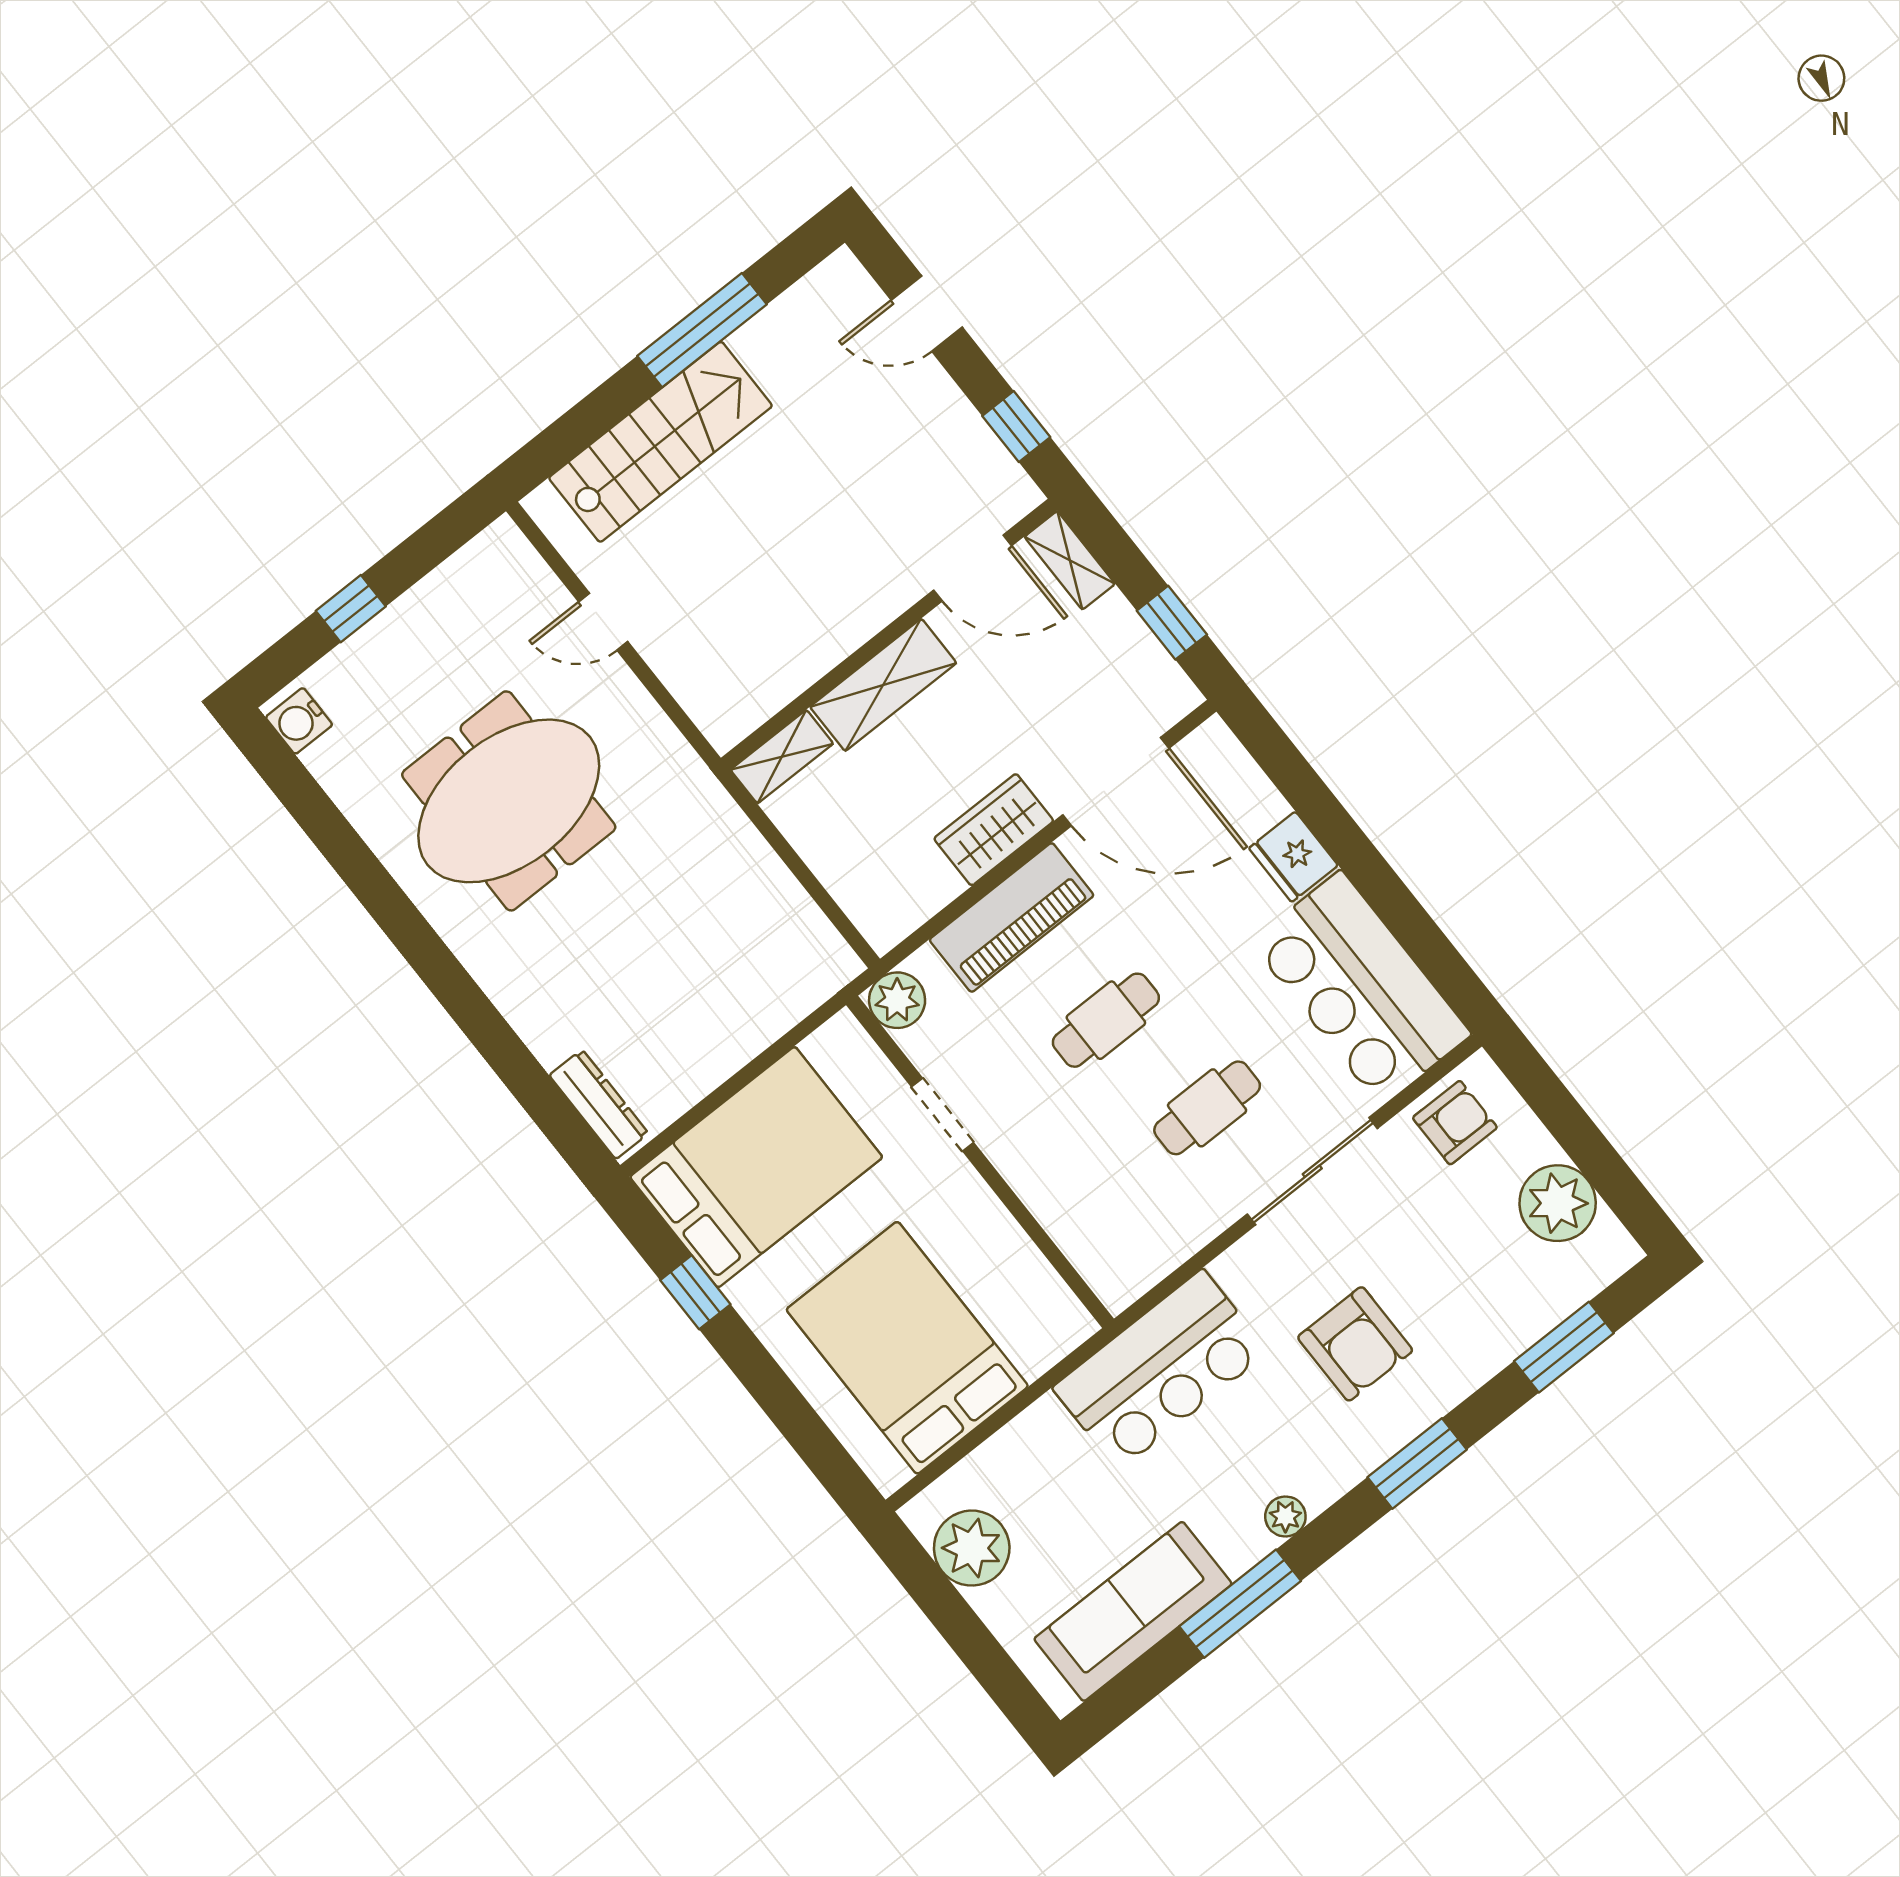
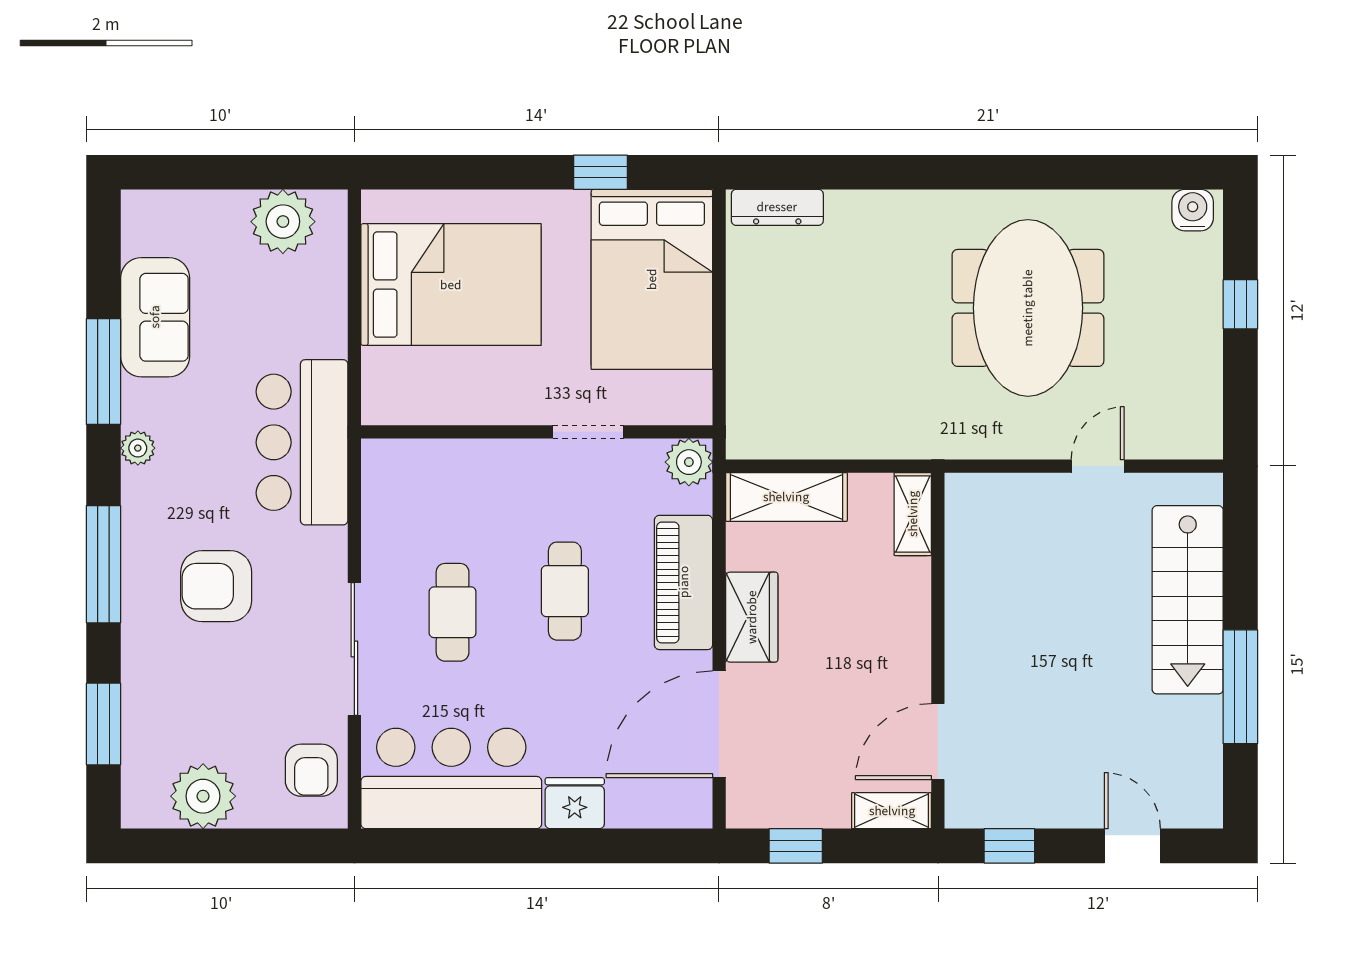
door: (927, 314) -> (1132, 846), hinge flipped
shelving: (883, 685) -> (786, 497), moved, turned 90
window: (1417, 1463) -> (103, 564), width x1.44
sofa: (1133, 1611) -> (155, 317), width x0.73

